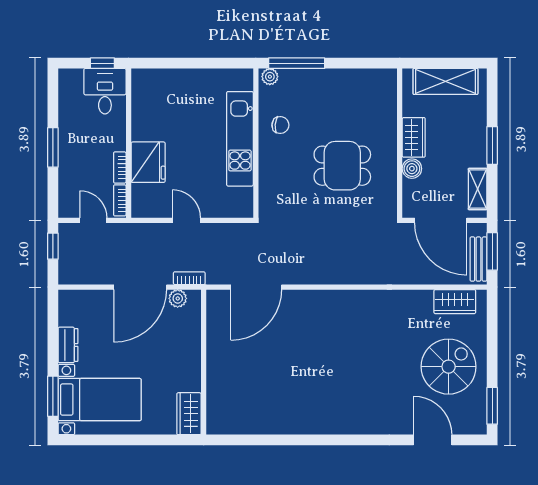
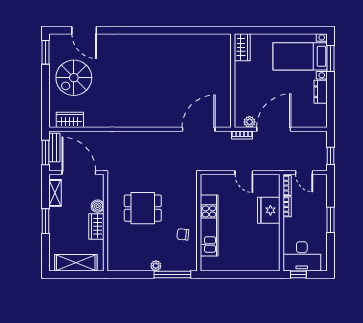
plant: (270, 77) -> (156, 266), moved
desk: (105, 91) -> (302, 256), width x1.37

